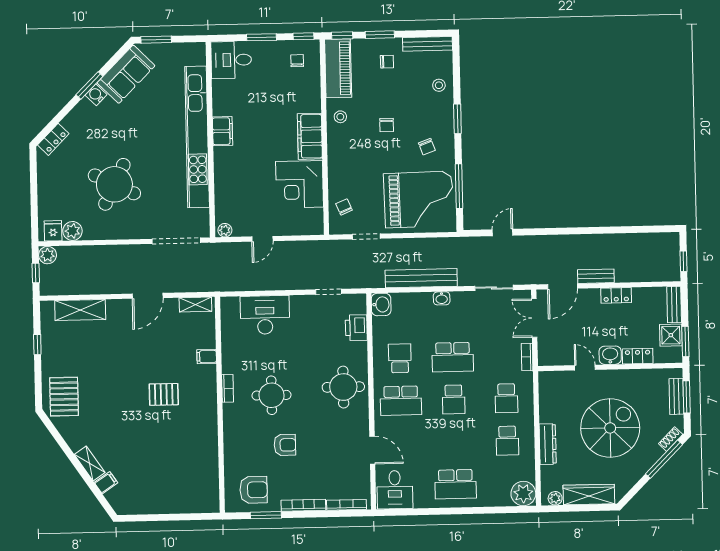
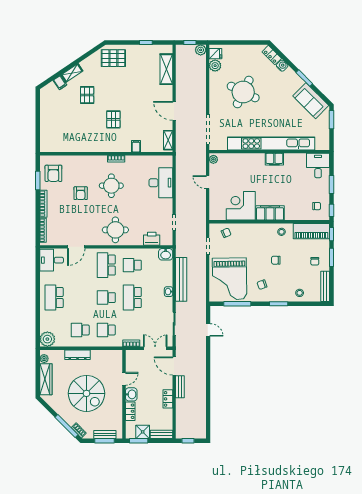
water cooler: (96, 95) -> (282, 66), moved
school desk: (400, 358) -> (132, 265), turned 180
pallet: (125, 438) -> (87, 95), added

